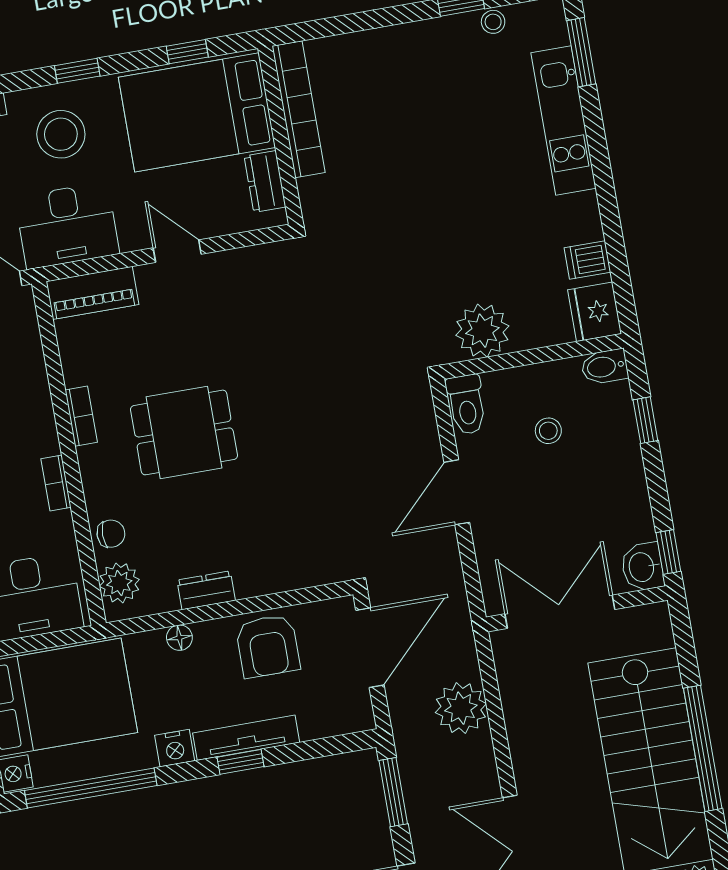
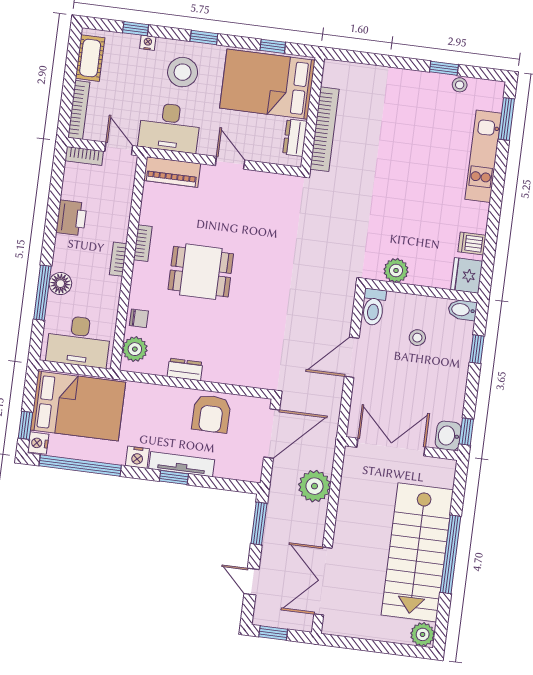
bookcase: (299, 109) -> (325, 129), moved
plant: (482, 331) -> (396, 271), width x0.73, depth x0.73
bookcase: (56, 483) -> (118, 259), moved
floor lamp: (179, 638) -> (160, 393), removed

